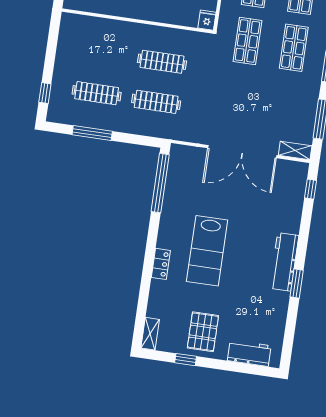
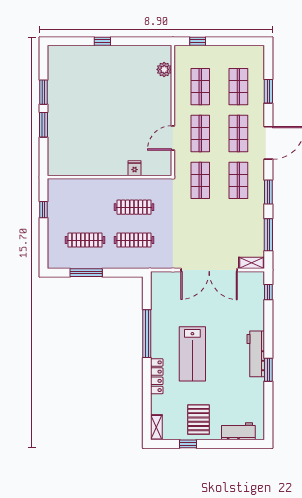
fridge: (207, 20) -> (135, 168), moved
window: (45, 93) -> (43, 210), moved
window: (160, 183) -> (147, 334), moved
locker: (161, 264) -> (157, 376), width x1.53

